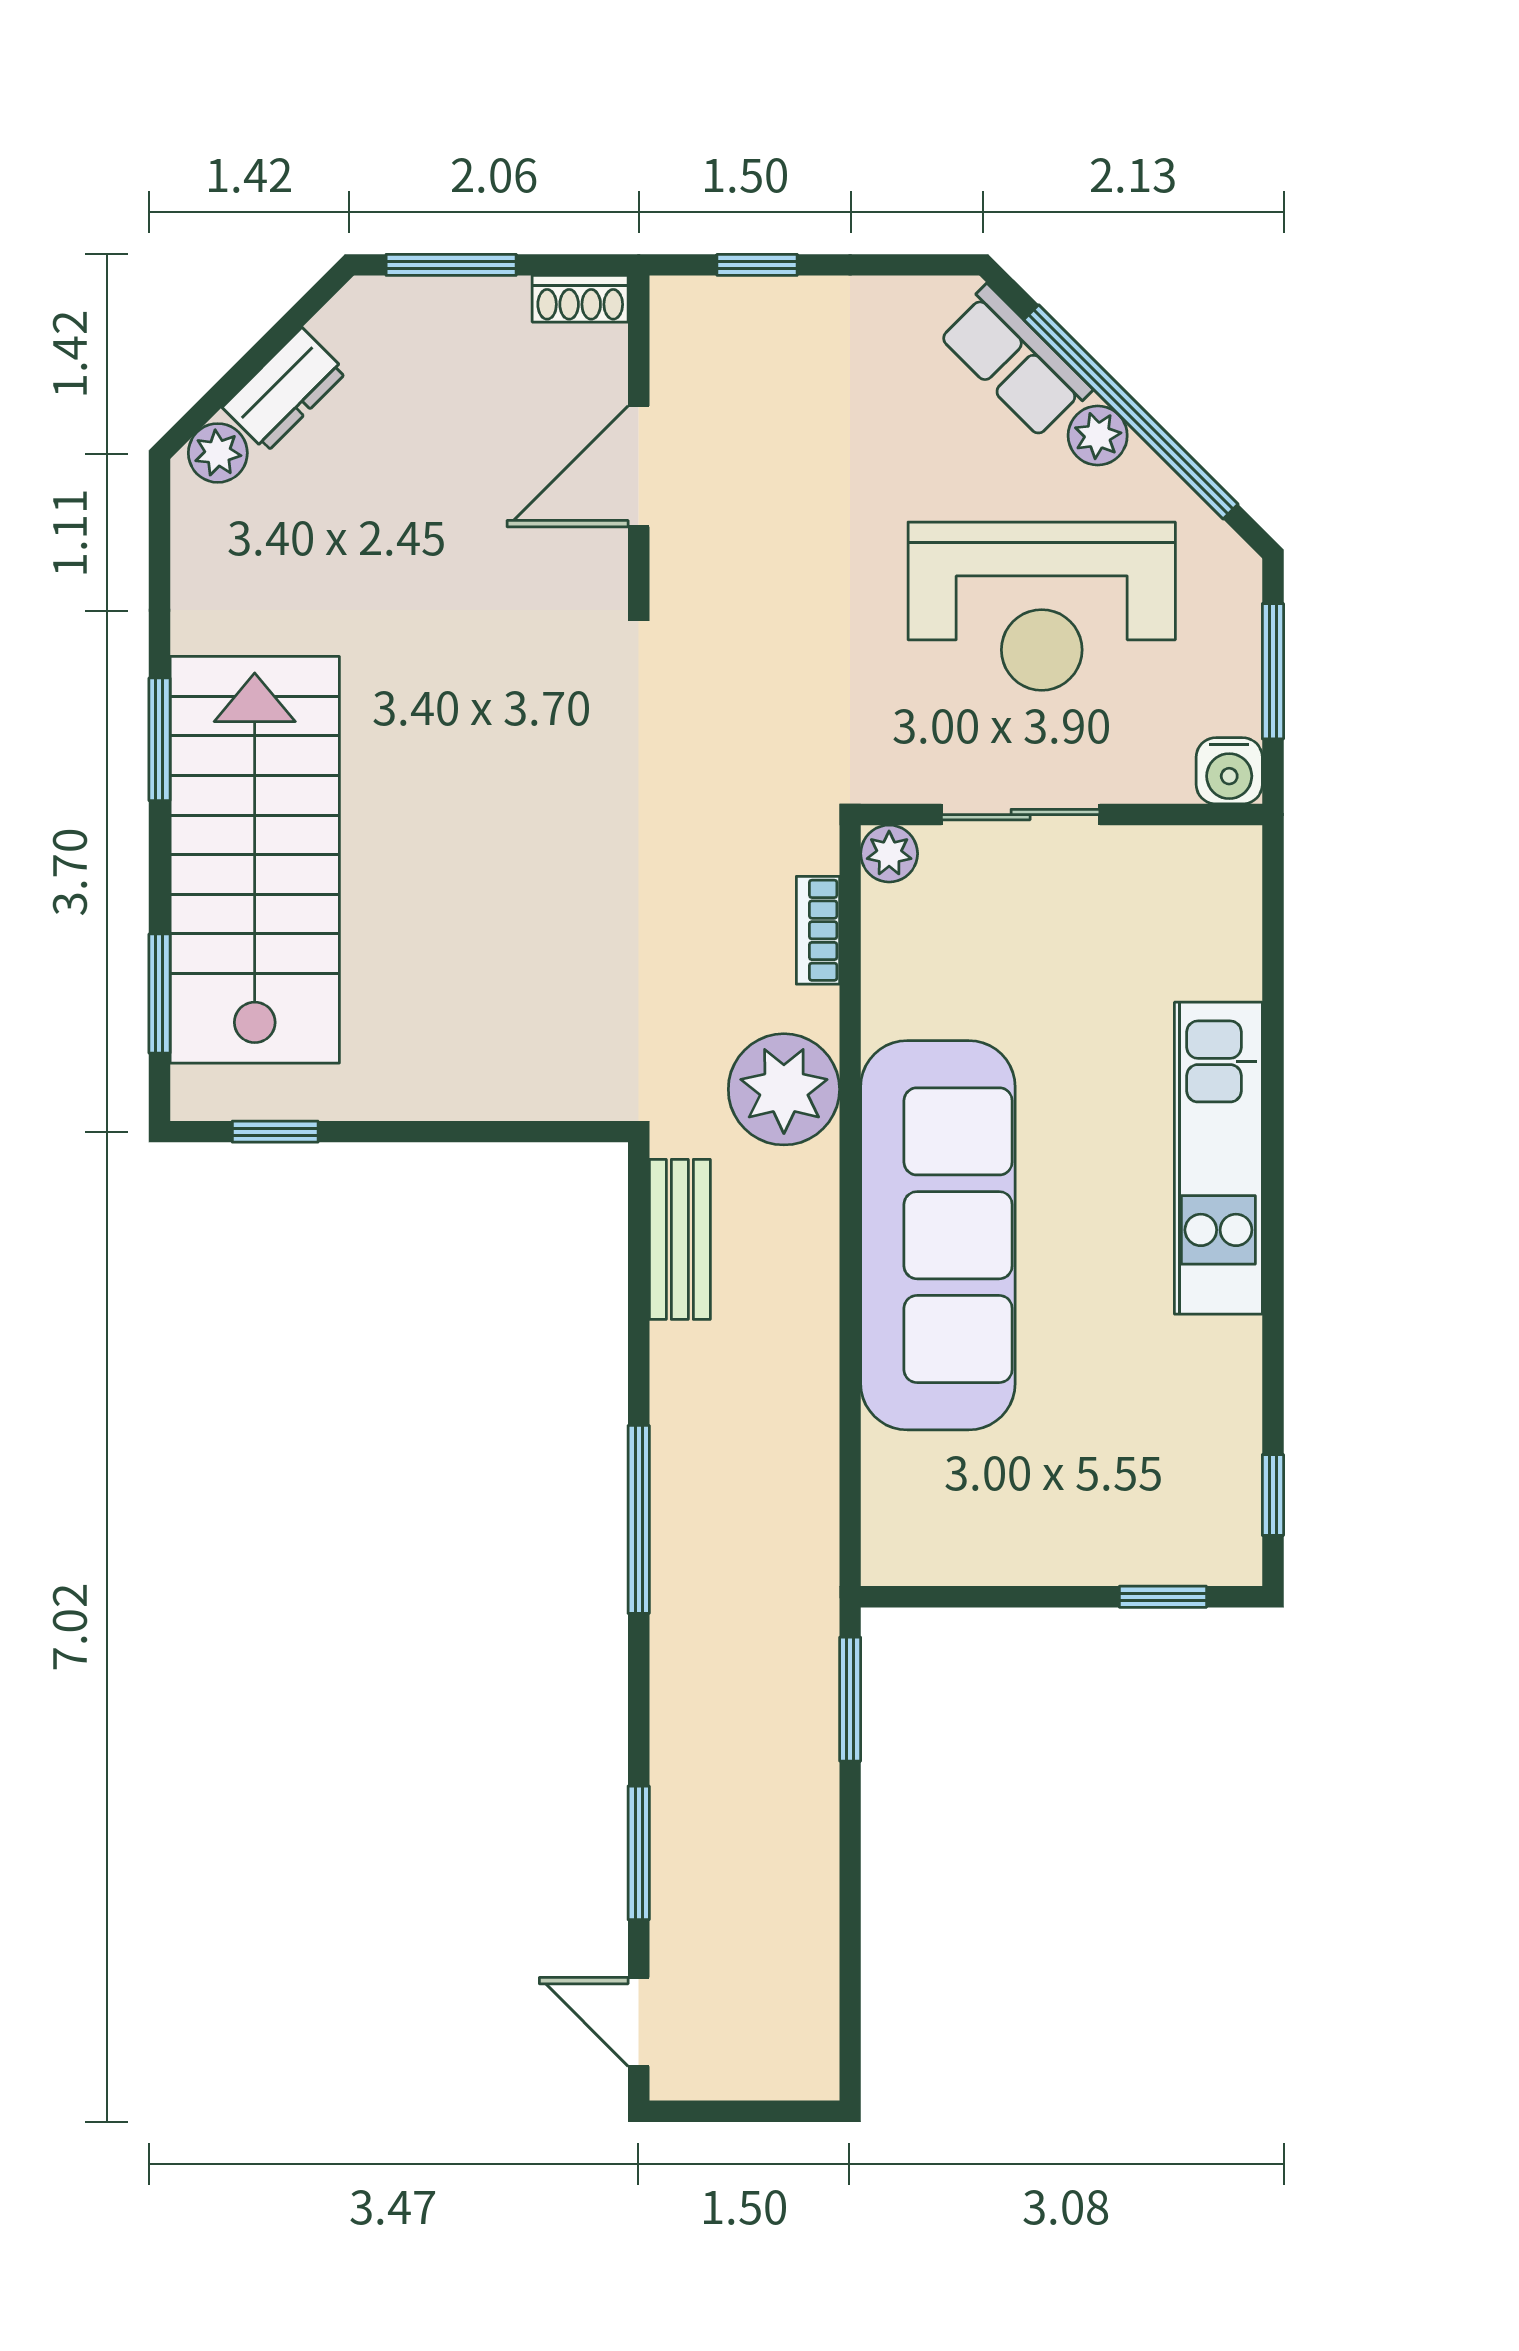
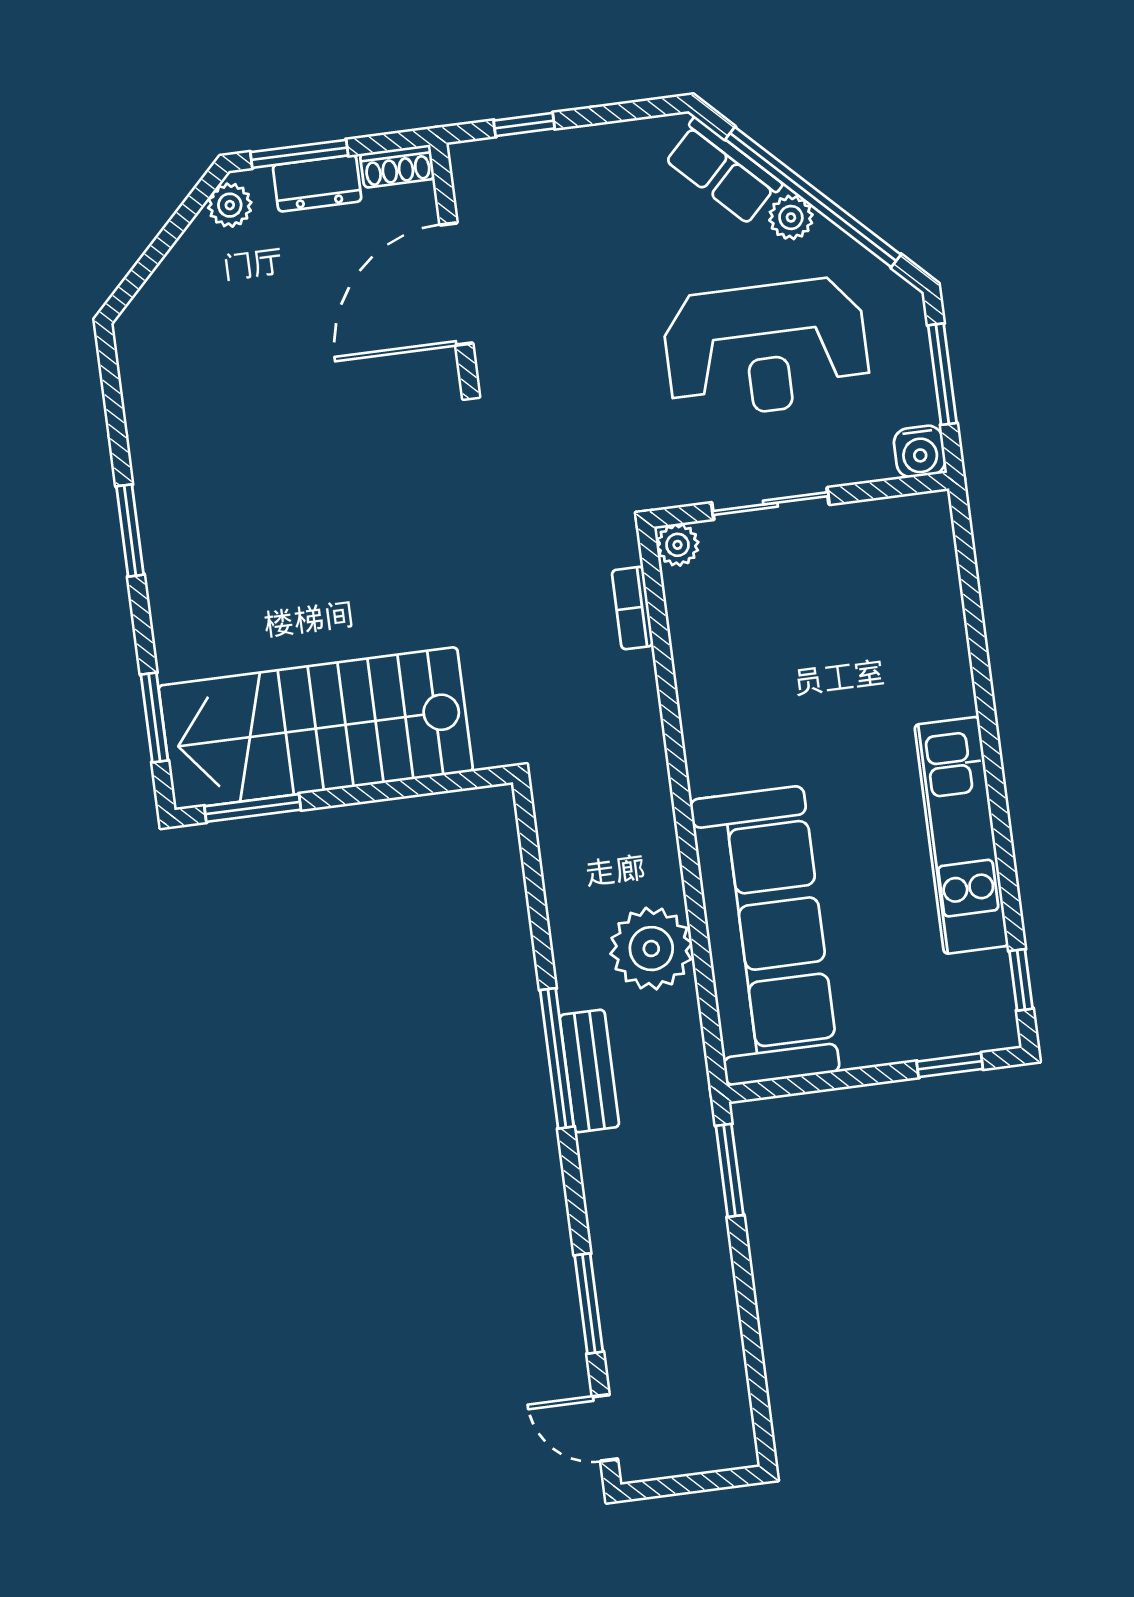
dresser: (284, 390) -> (317, 183), moved, turned 45
plant: (218, 453) -> (230, 205), moved
door: (639, 466) -> (456, 284), width x1.36
stairs: (255, 860) -> (316, 729), moved, turned -90
plant: (784, 1089) -> (651, 949), moved
window: (275, 1132) -> (253, 808), width x1.50
kitchen unit: (1218, 1158) -> (961, 835), moved
sofa: (938, 1235) -> (765, 936), moved
bench: (680, 1239) -> (589, 1071), moved

